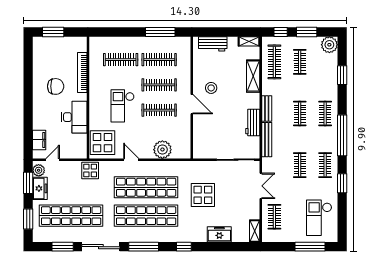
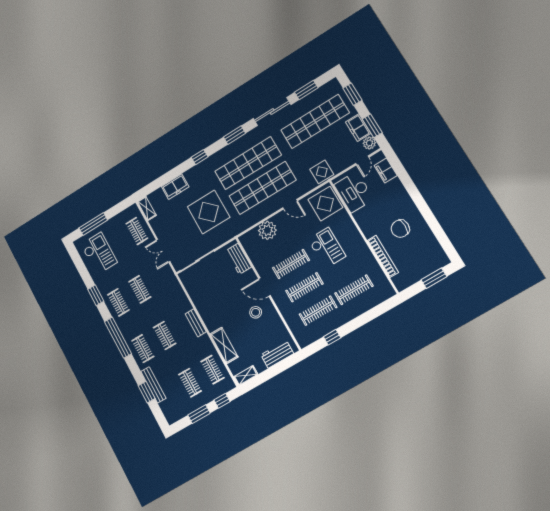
window: (160, 32) -> (332, 337), width x0.46
plant: (329, 45) -> (173, 414), removed
clothes rail: (274, 62) -> (212, 370), width x0.73
desk: (74, 117) -> (354, 192), moved
workbench: (253, 123) -> (239, 259), moved, turned 180
bench: (267, 140) -> (153, 385), moved
display table: (203, 195) -> (209, 212), width x1.36, depth x1.36
window: (144, 247) -> (234, 135), width x0.69

